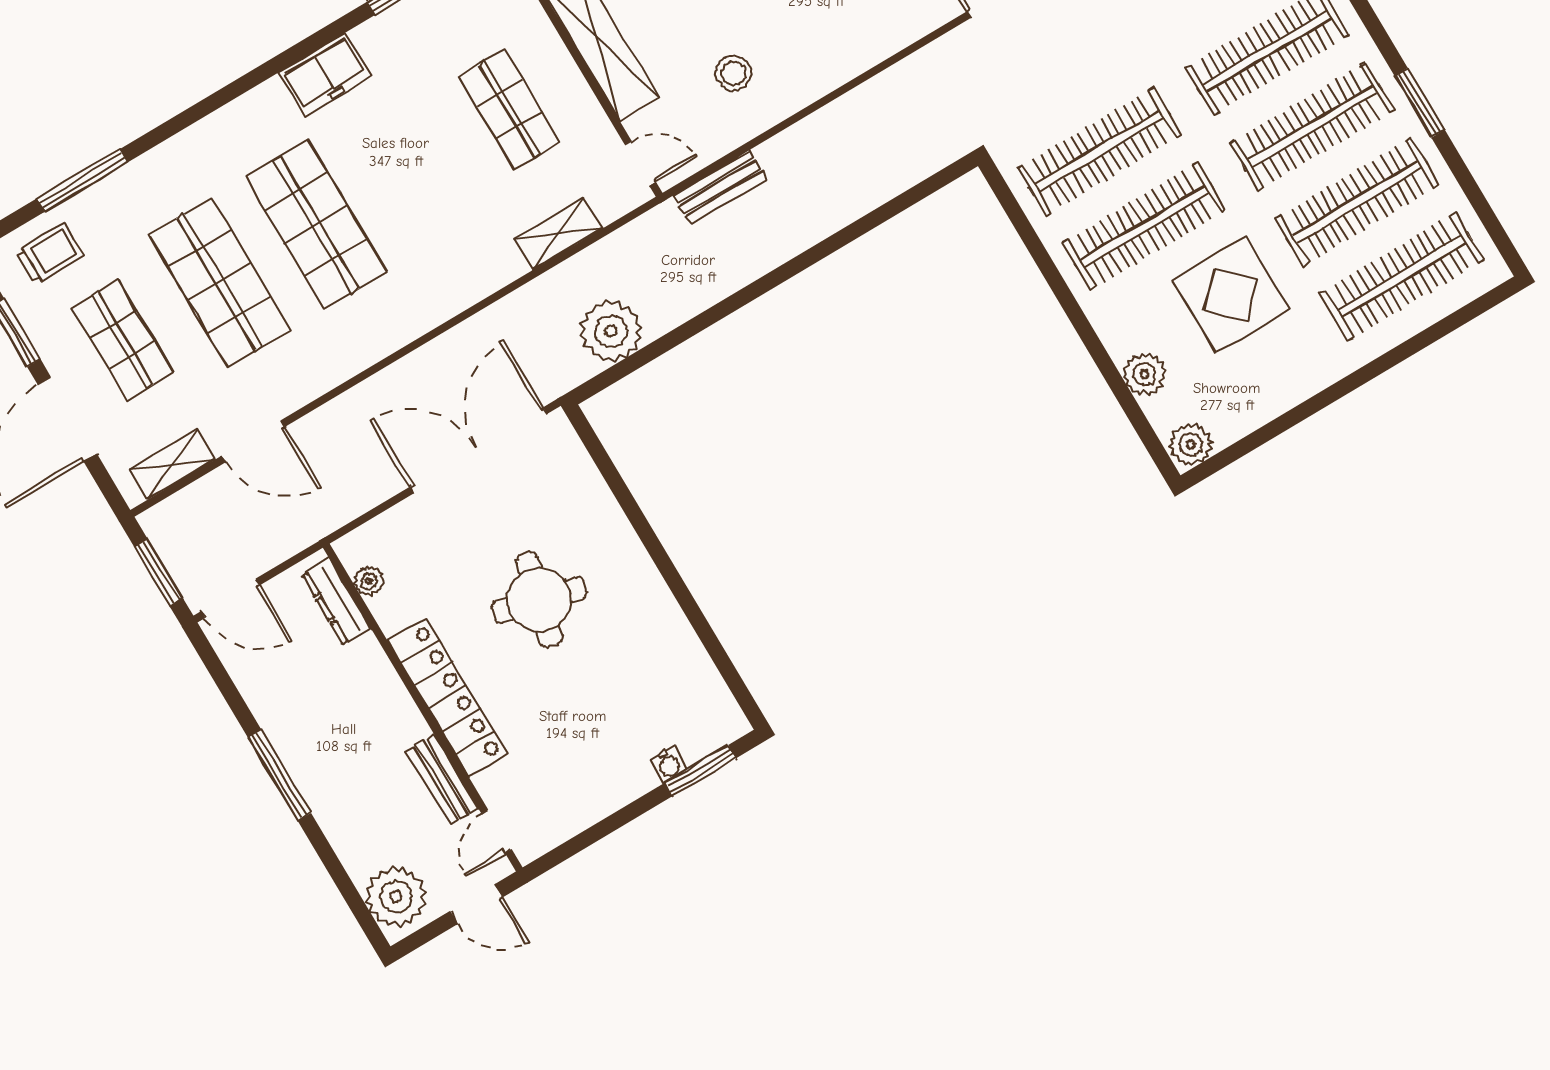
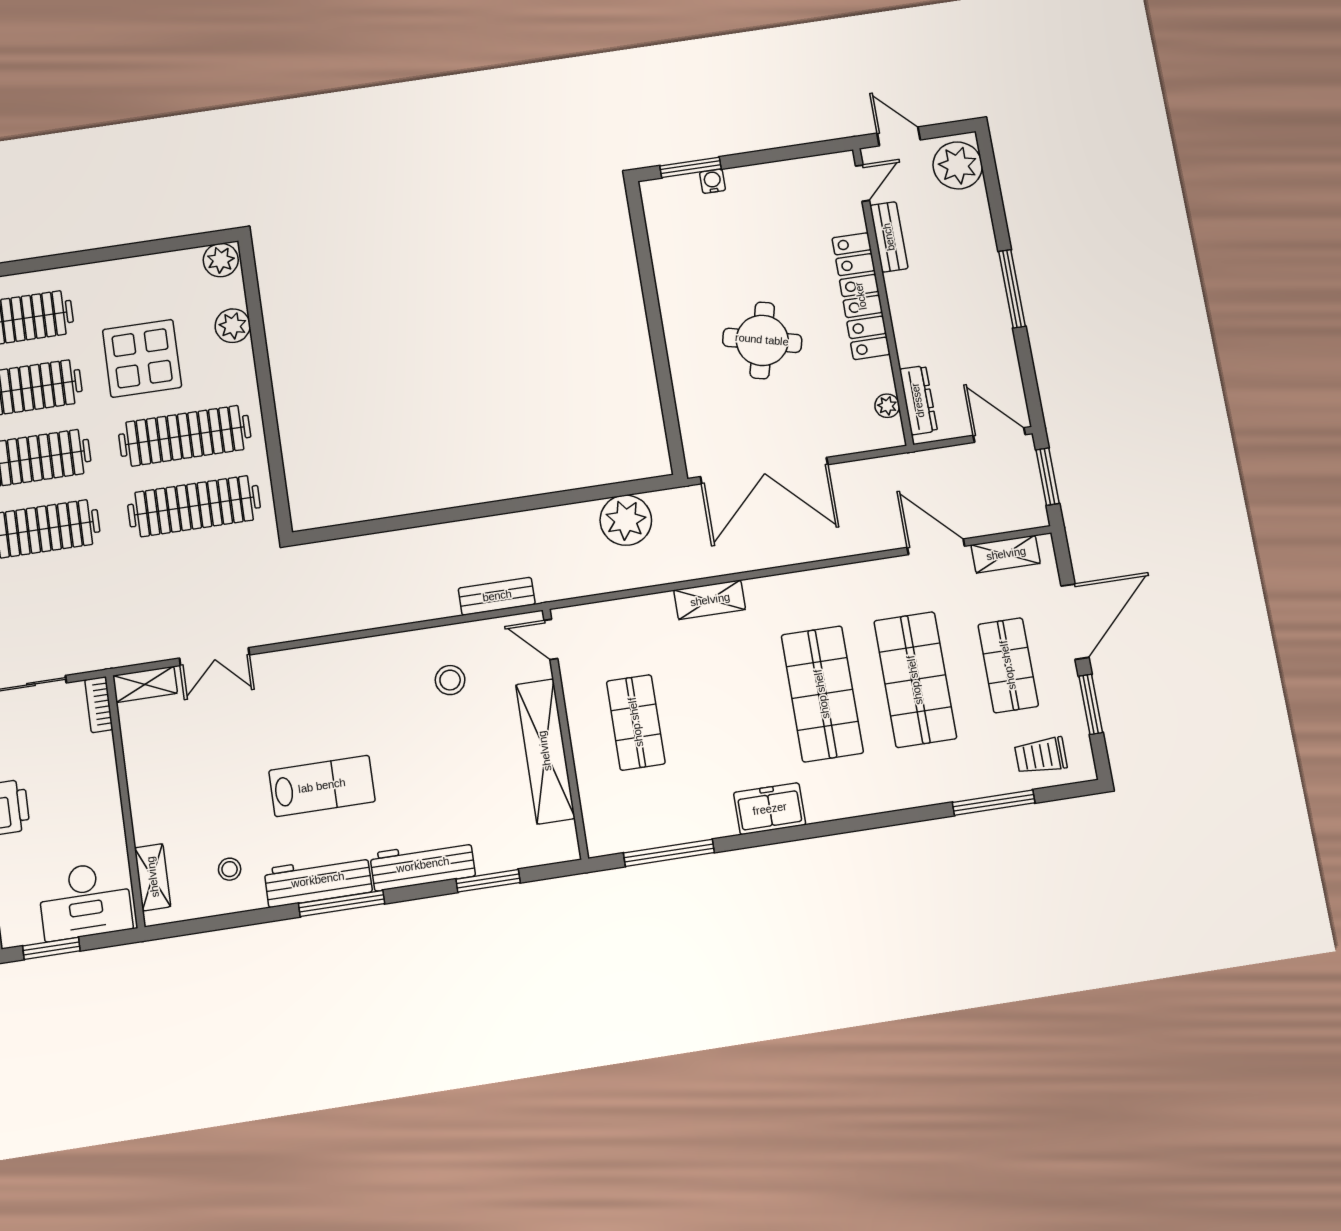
shelving: (558, 234) -> (710, 600), moved

